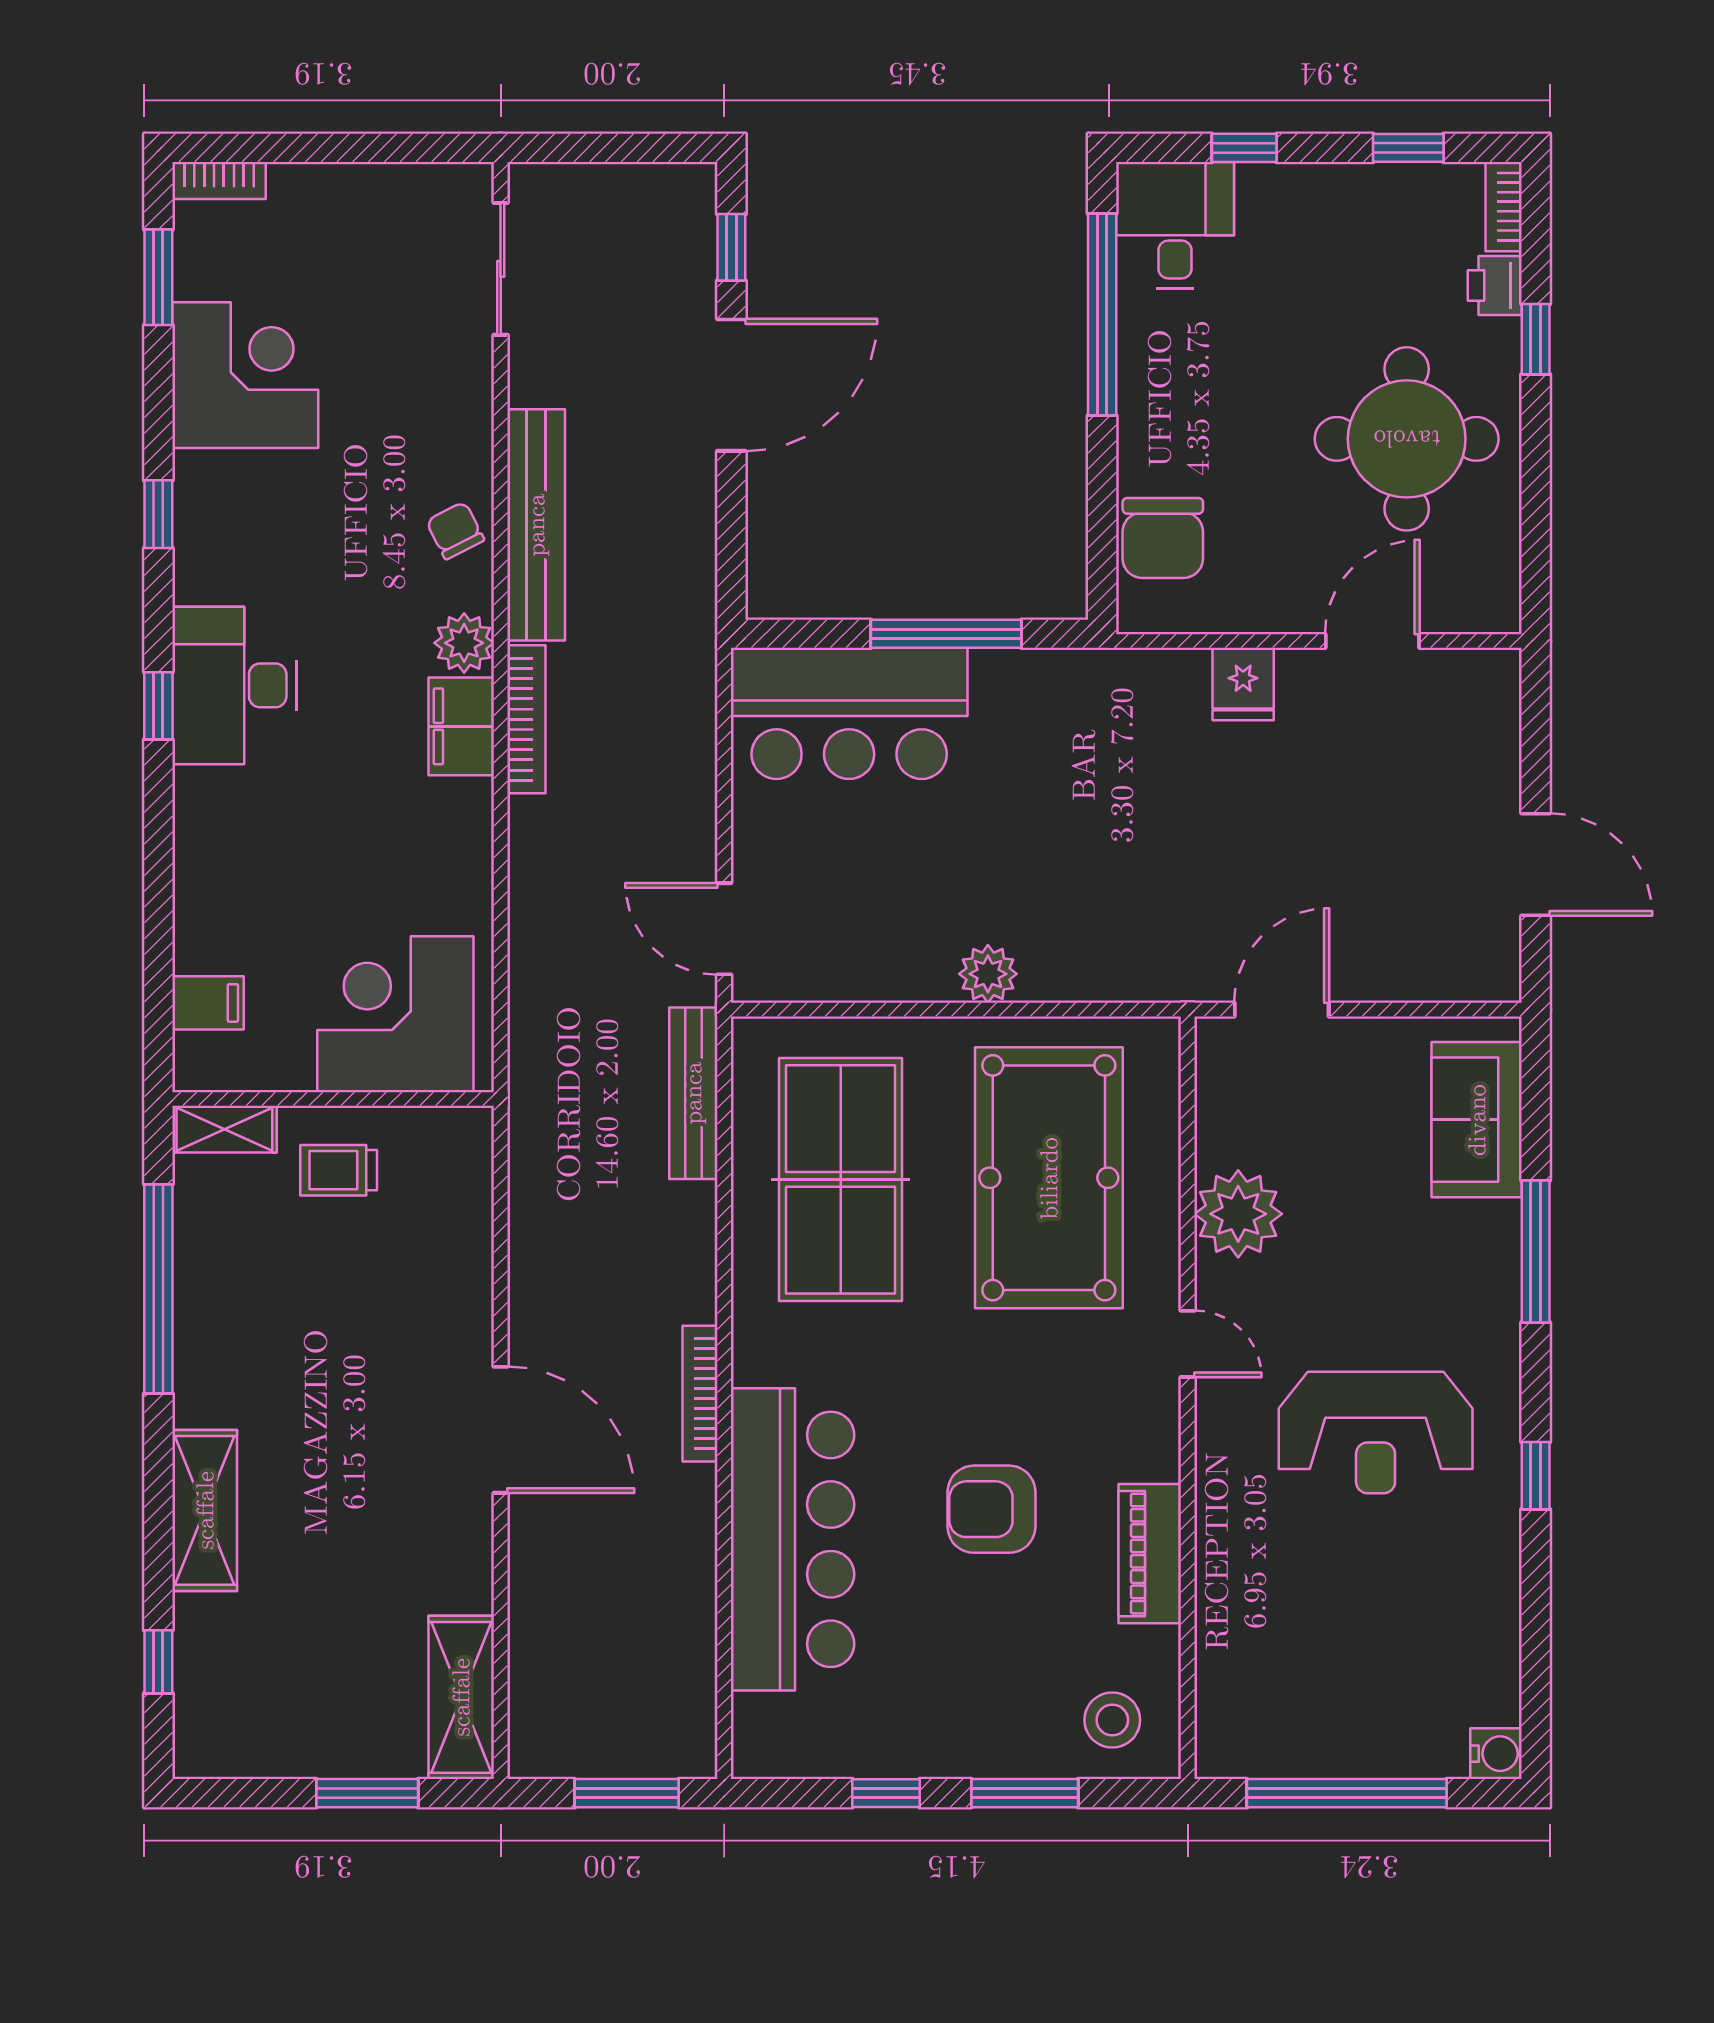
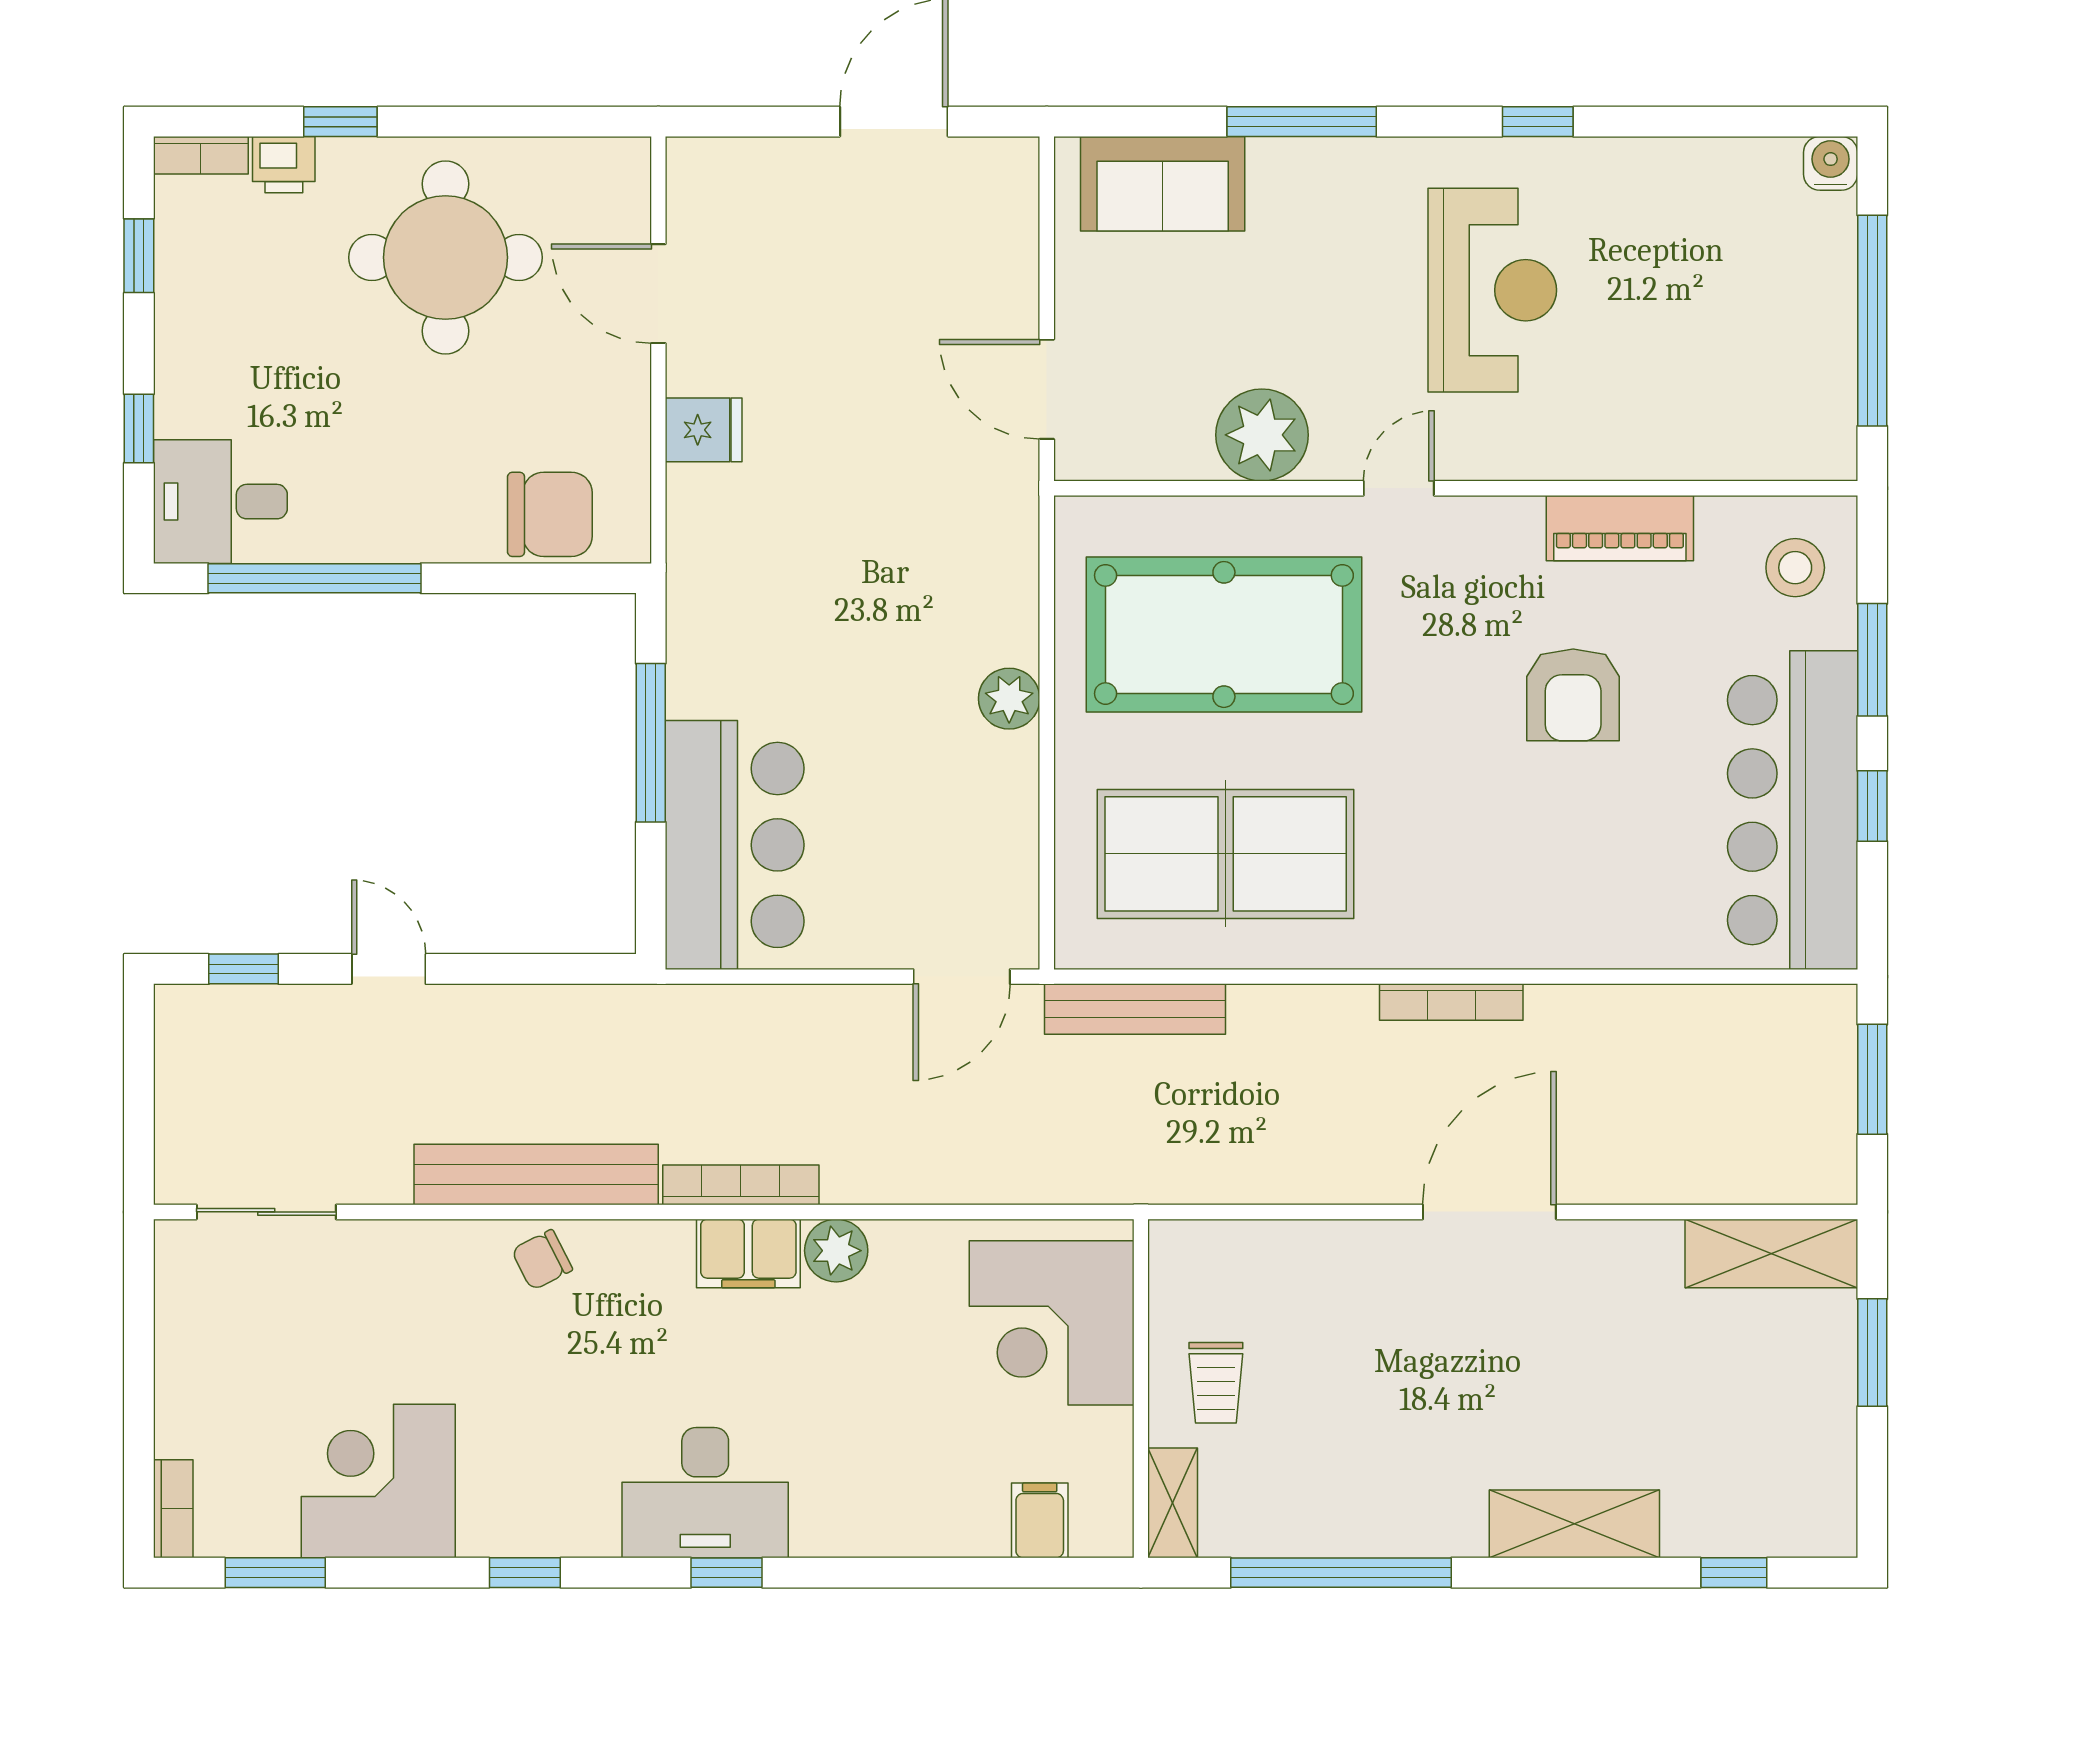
door: (731, 385) -> (389, 969), width x0.53
plant: (464, 643) -> (836, 1251), moved
bar counter: (792, 1539) -> (1793, 810), moved, turned -90

